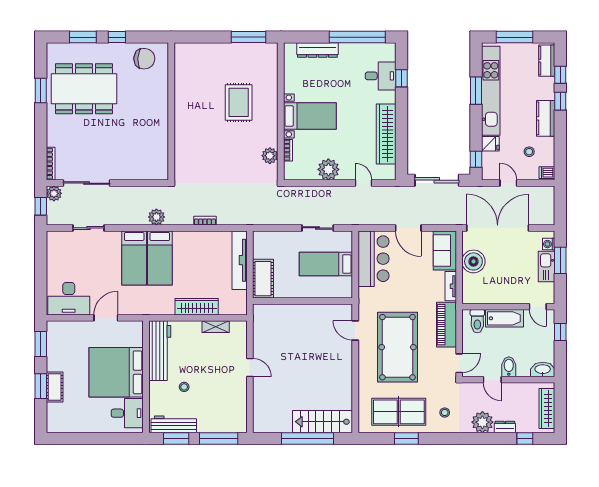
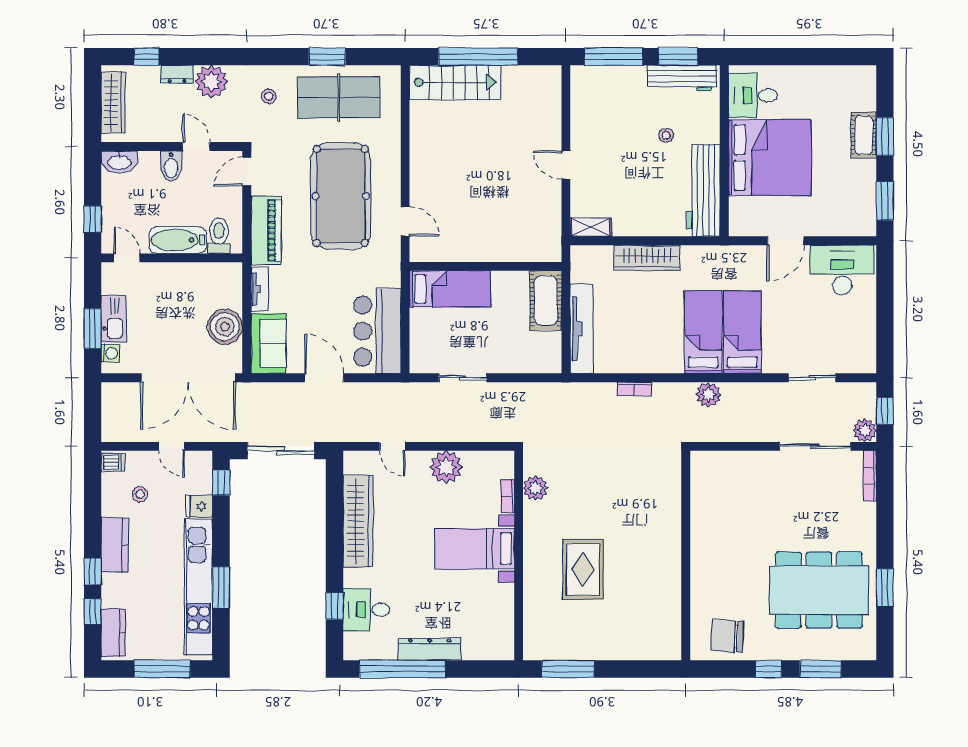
dresser: (317, 50) -> (430, 649), moved
bed: (326, 264) -> (450, 289), moved
shelving: (216, 327) -> (591, 227), moved

